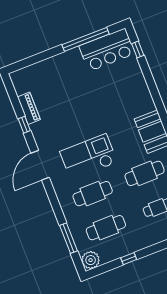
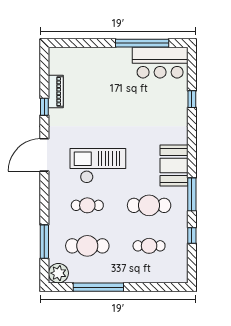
window: (138, 50) -> (192, 99), moved
cafe table: (93, 194) -> (87, 205), width x0.73, depth x0.74
window: (129, 259) -> (98, 287), width x3.17

